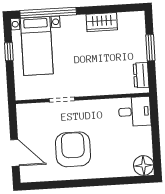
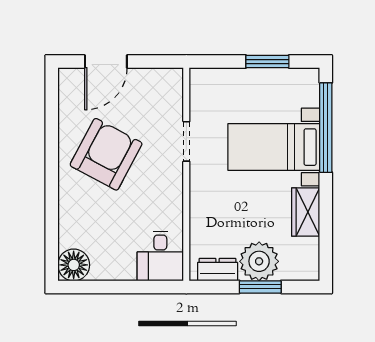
bed with nightstands: (37, 46) -> (274, 147), moved
plant: (134, 49) -> (259, 261), added
window: (9, 52) -> (267, 62), width x1.50
armchair: (73, 149) -> (106, 154), turned -62

